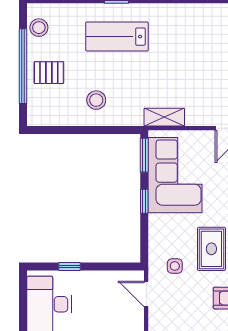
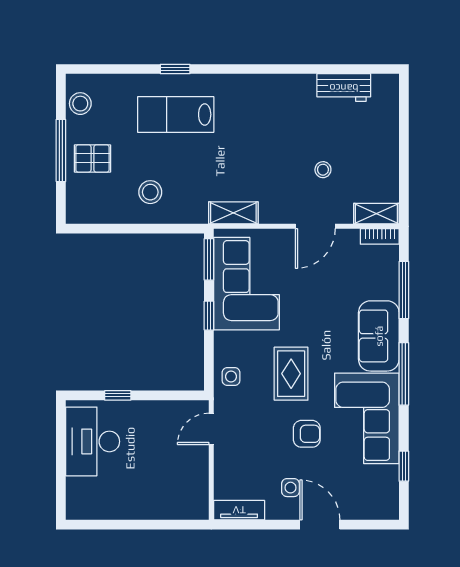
window: (23, 66) -> (61, 150), width x0.68
side table: (175, 266) -> (231, 377), moved
door: (146, 294) -> (211, 429), hinge flipped

